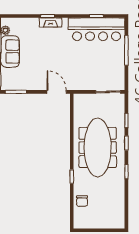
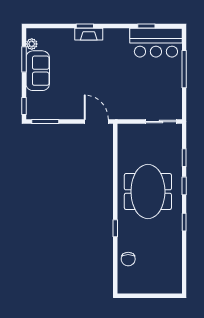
bar counter: (97, 29) -> (156, 43), width x0.73
meeting table: (98, 147) -> (148, 192), width x0.73

